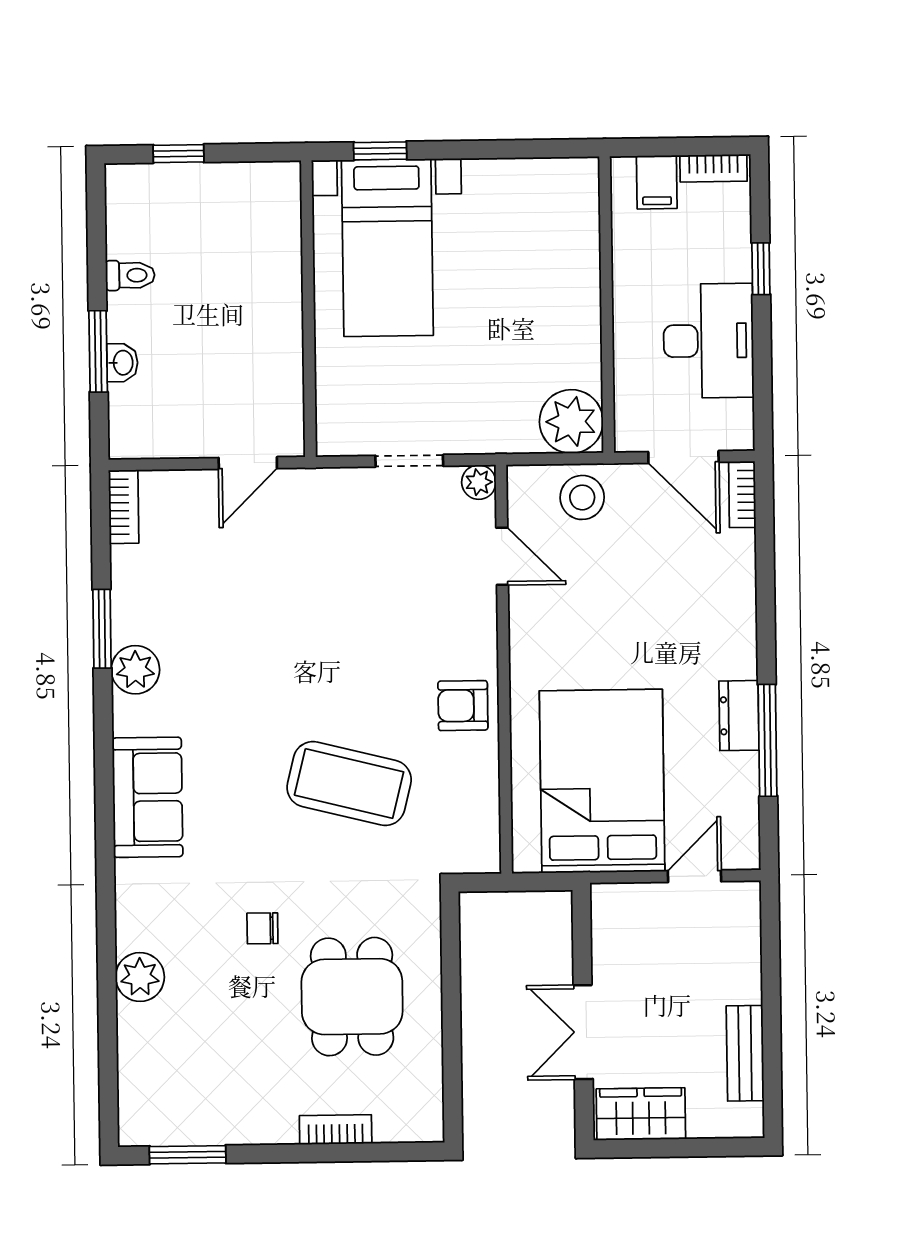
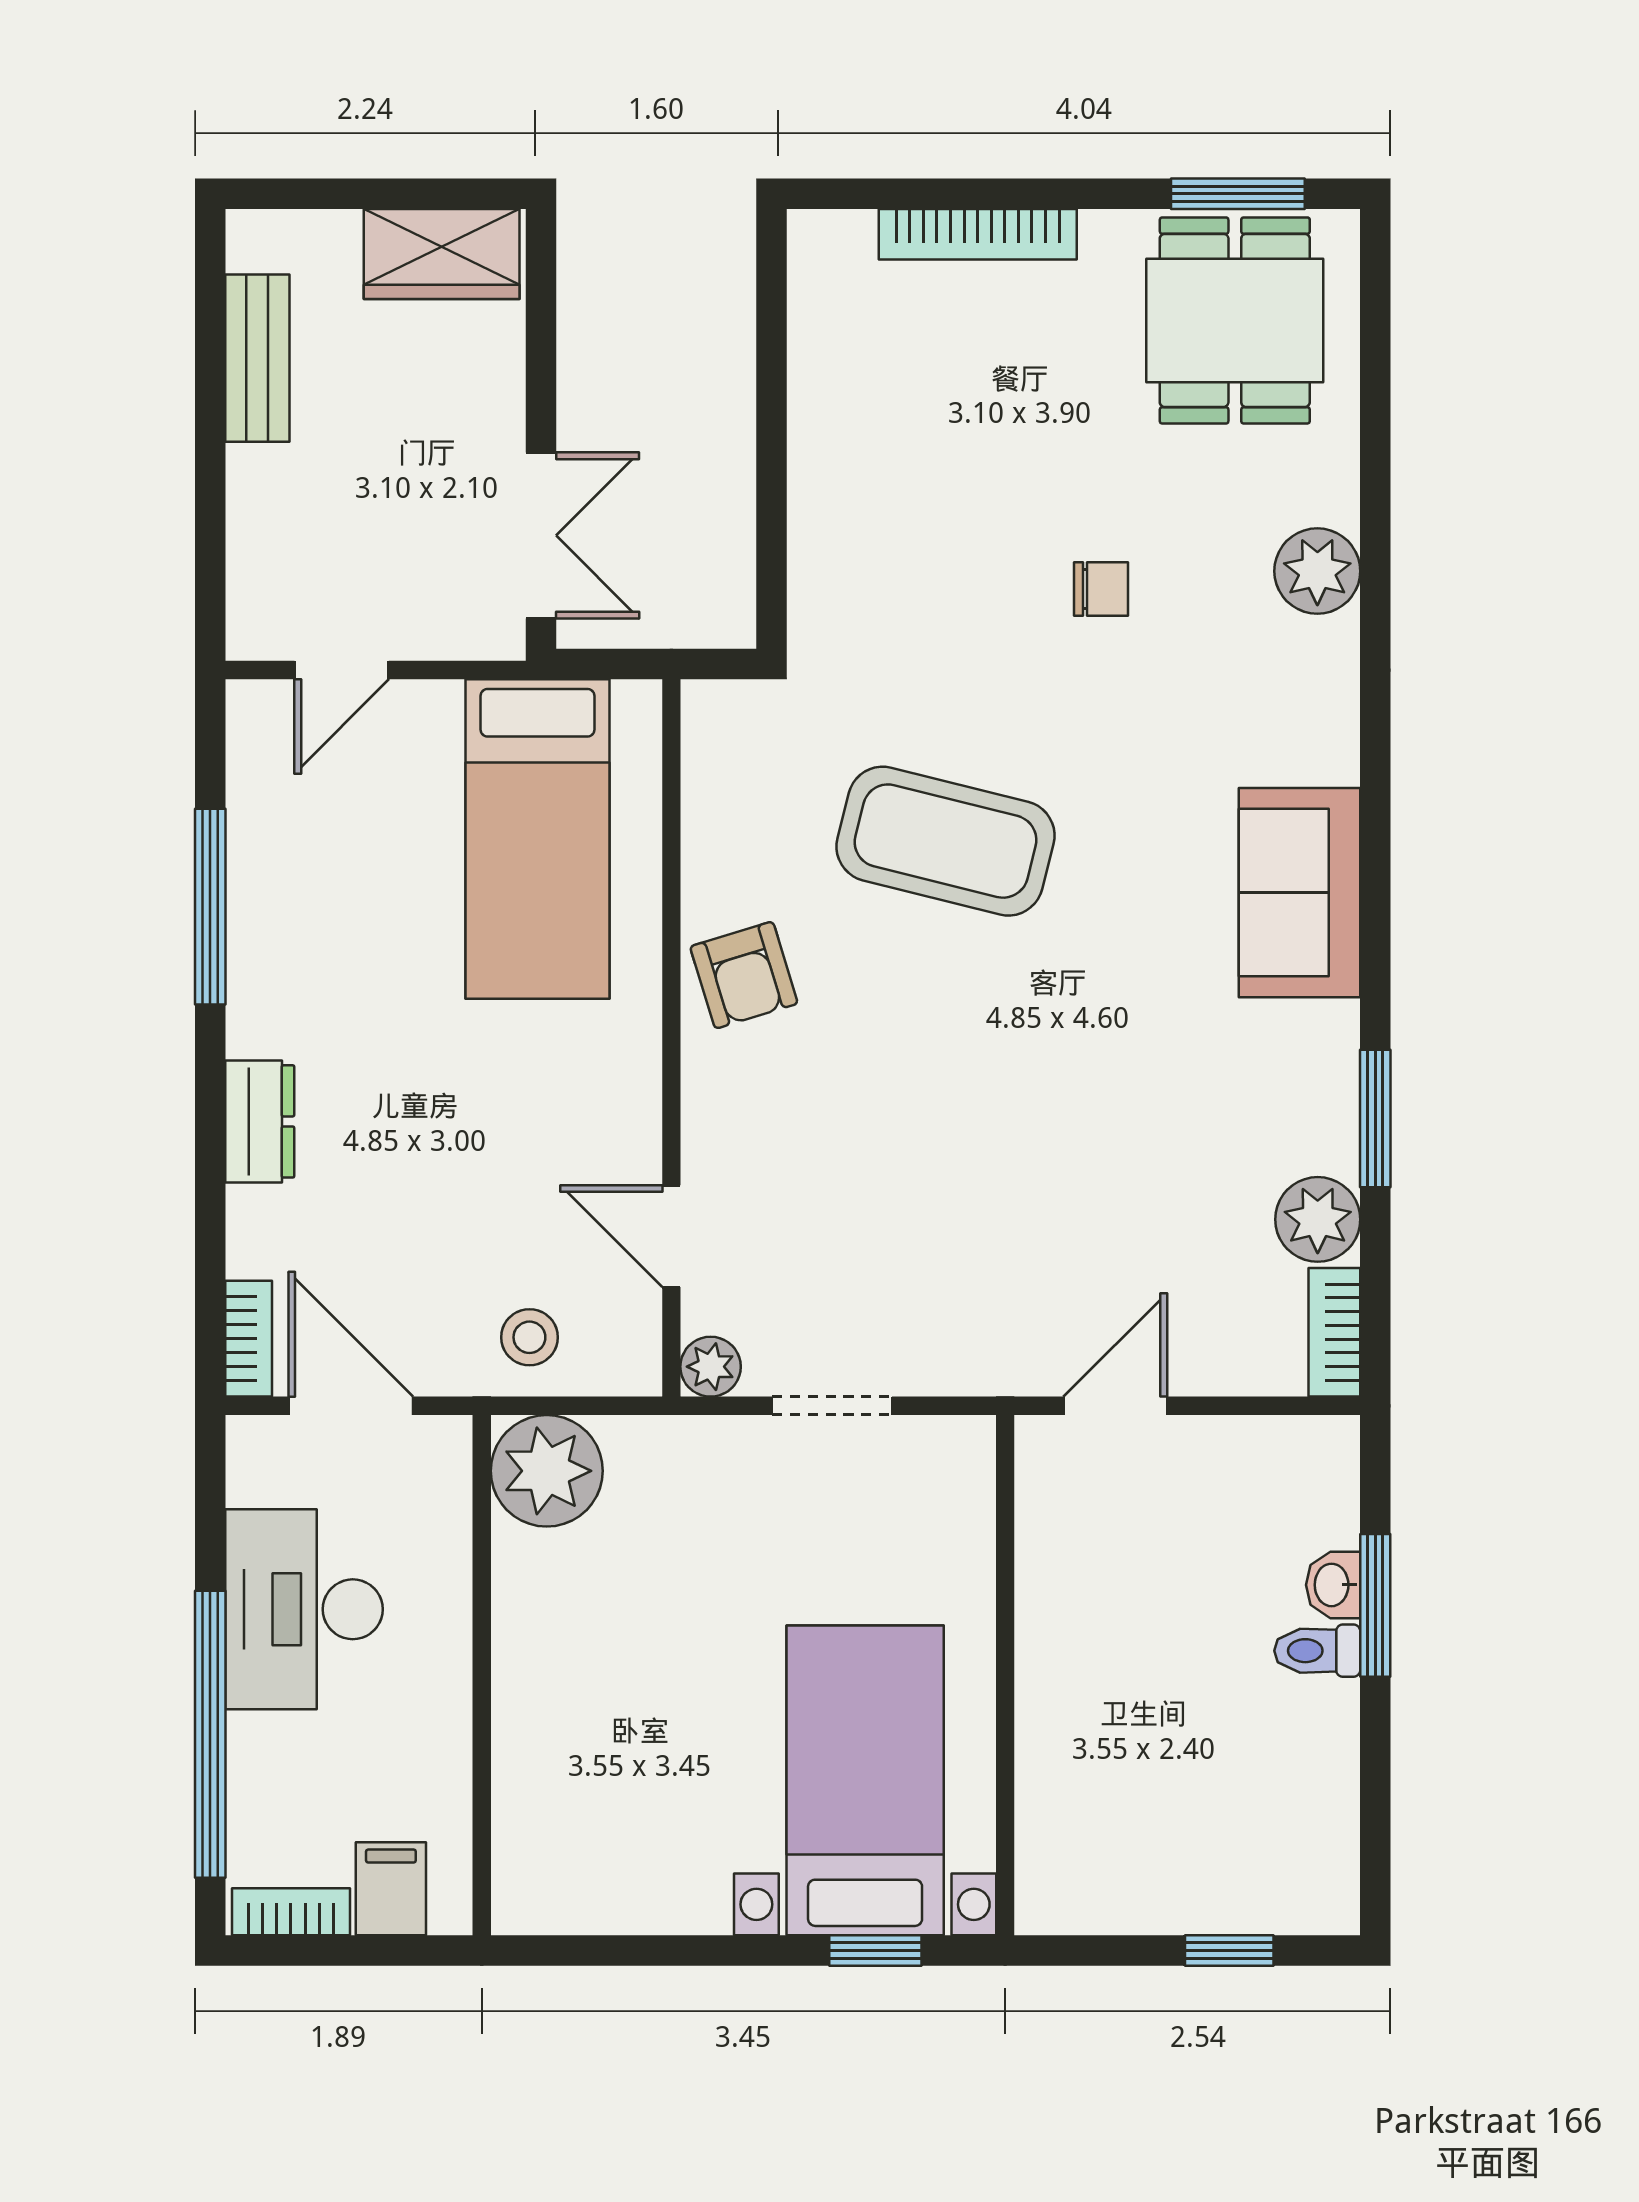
window: (761, 269) -> (210, 1734), width x3.17
toilet: (130, 275) -> (1317, 1651), moved
stool: (582, 497) -> (529, 1337), width x0.73, depth x0.73
plant: (135, 670) -> (1318, 1219), moved
armchair: (463, 706) -> (744, 975), turned 73
dresser: (739, 716) -> (260, 1121), moved
bed: (602, 781) -> (537, 839), width x0.67
sofa: (148, 797) -> (1300, 893), moved
plant: (140, 977) -> (1317, 571), moved
dining table: (352, 997) -> (1235, 320), moved
double door: (583, 1032) -> (541, 535), moved
bookcase: (336, 1130) -> (978, 234), width x1.56

